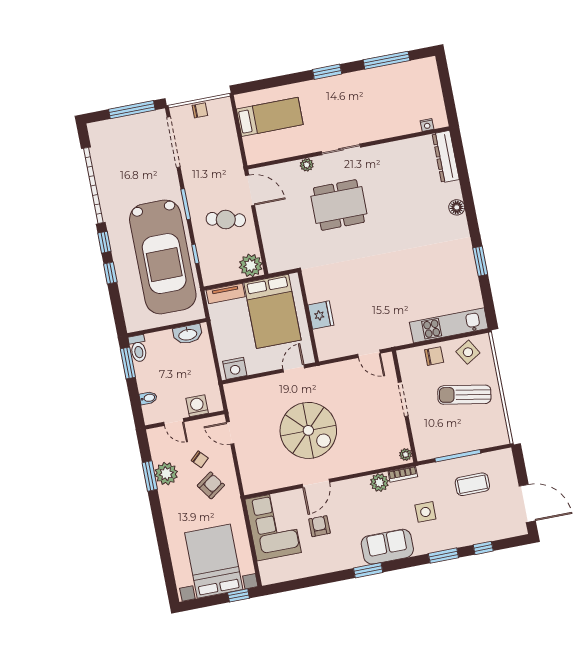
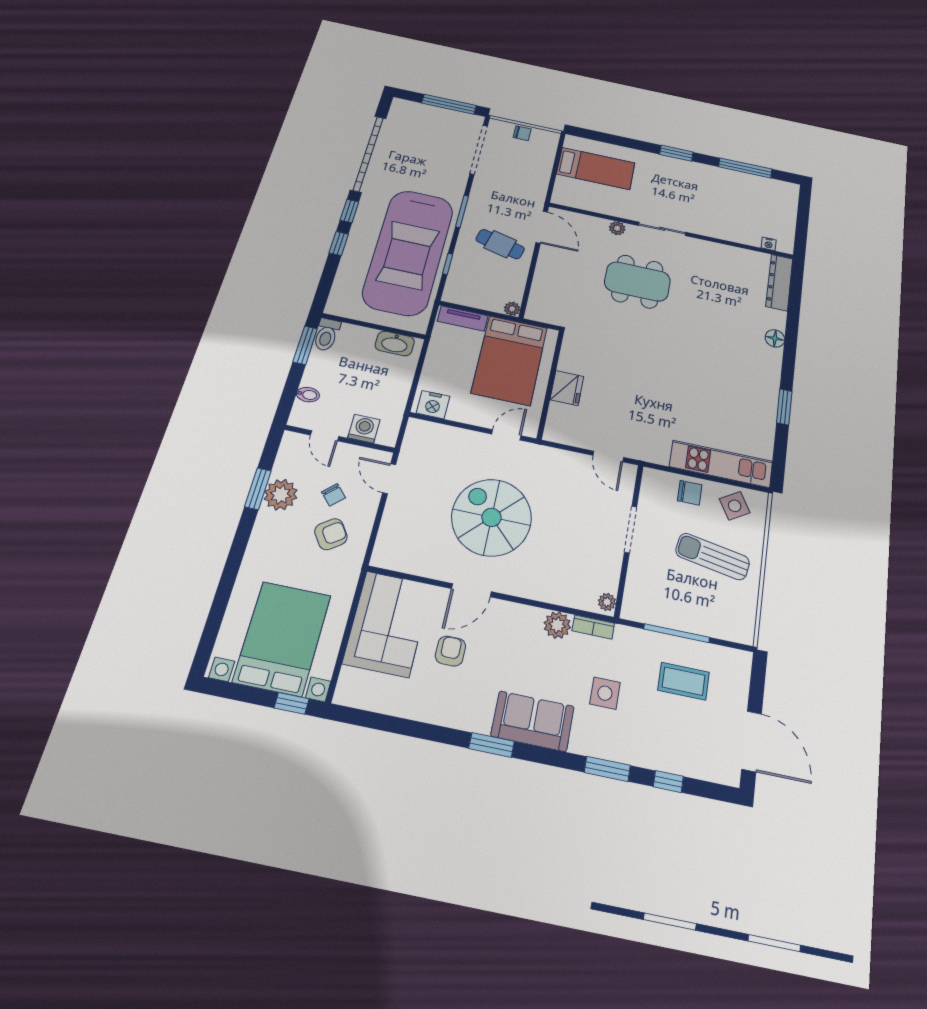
plant: (251, 265) -> (512, 309), width x0.53, depth x0.53
spiral stairs: (308, 430) -> (491, 517), turned 180

